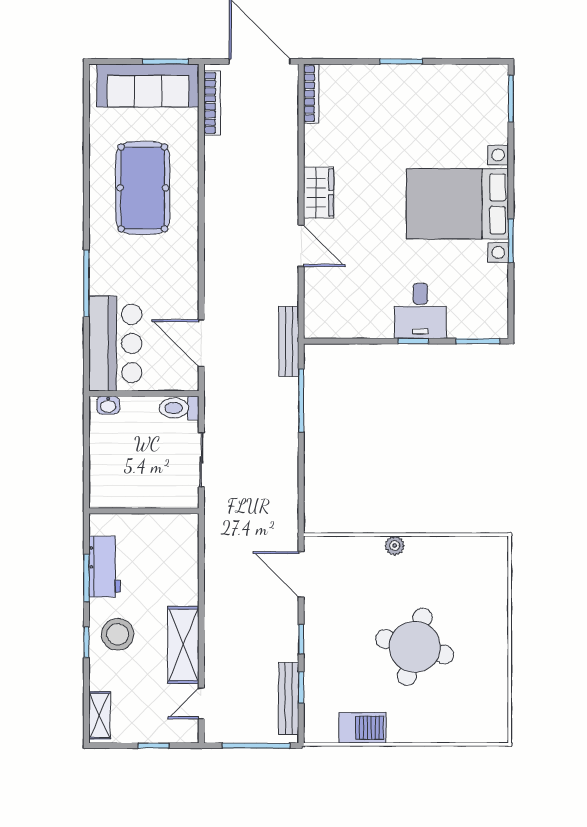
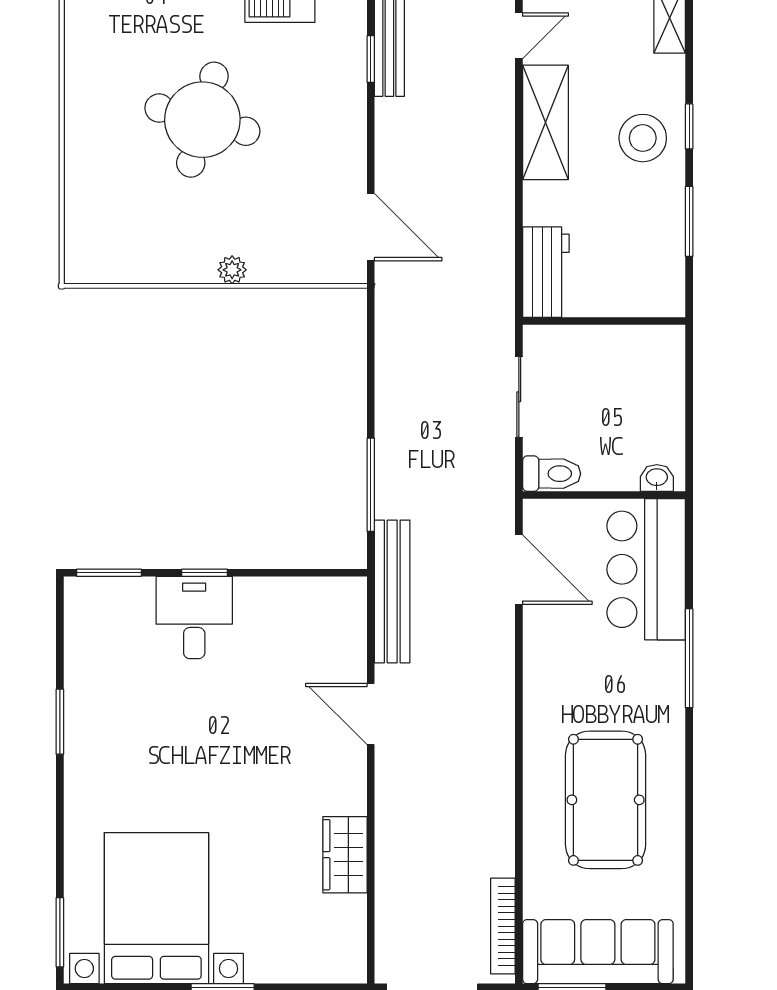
bookcase: (311, 94) -> (356, 940), removed
wardrobe: (319, 193) -> (345, 855), moved
bed with nightstands: (457, 204) -> (156, 908), moved, turned -90
bench: (289, 341) -> (392, 591), width x1.37, depth x1.21
workbench: (105, 567) -> (546, 272), moved, turned 180
window: (301, 639) -> (371, 131), removed

